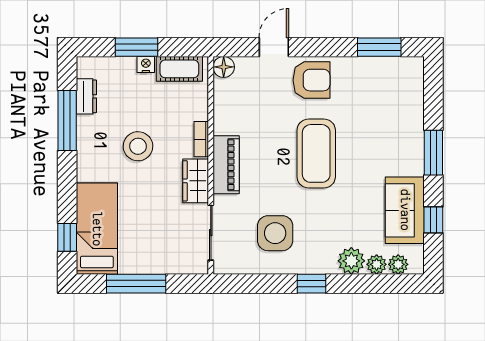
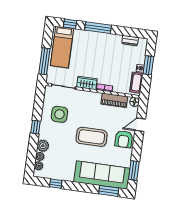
door: (274, 47) -> (140, 125), swing flipped
window: (67, 121) -> (98, 28), moved
stool: (138, 146) -> (105, 60), removed
window: (433, 153) -> (109, 191), moved
piano: (226, 165) -> (114, 100), moved
sofa: (405, 210) -> (102, 175), moved, width x1.85, depth x1.27
bed: (97, 229) -> (62, 47), moved, turned 90
window: (136, 284) -> (44, 61), moved

